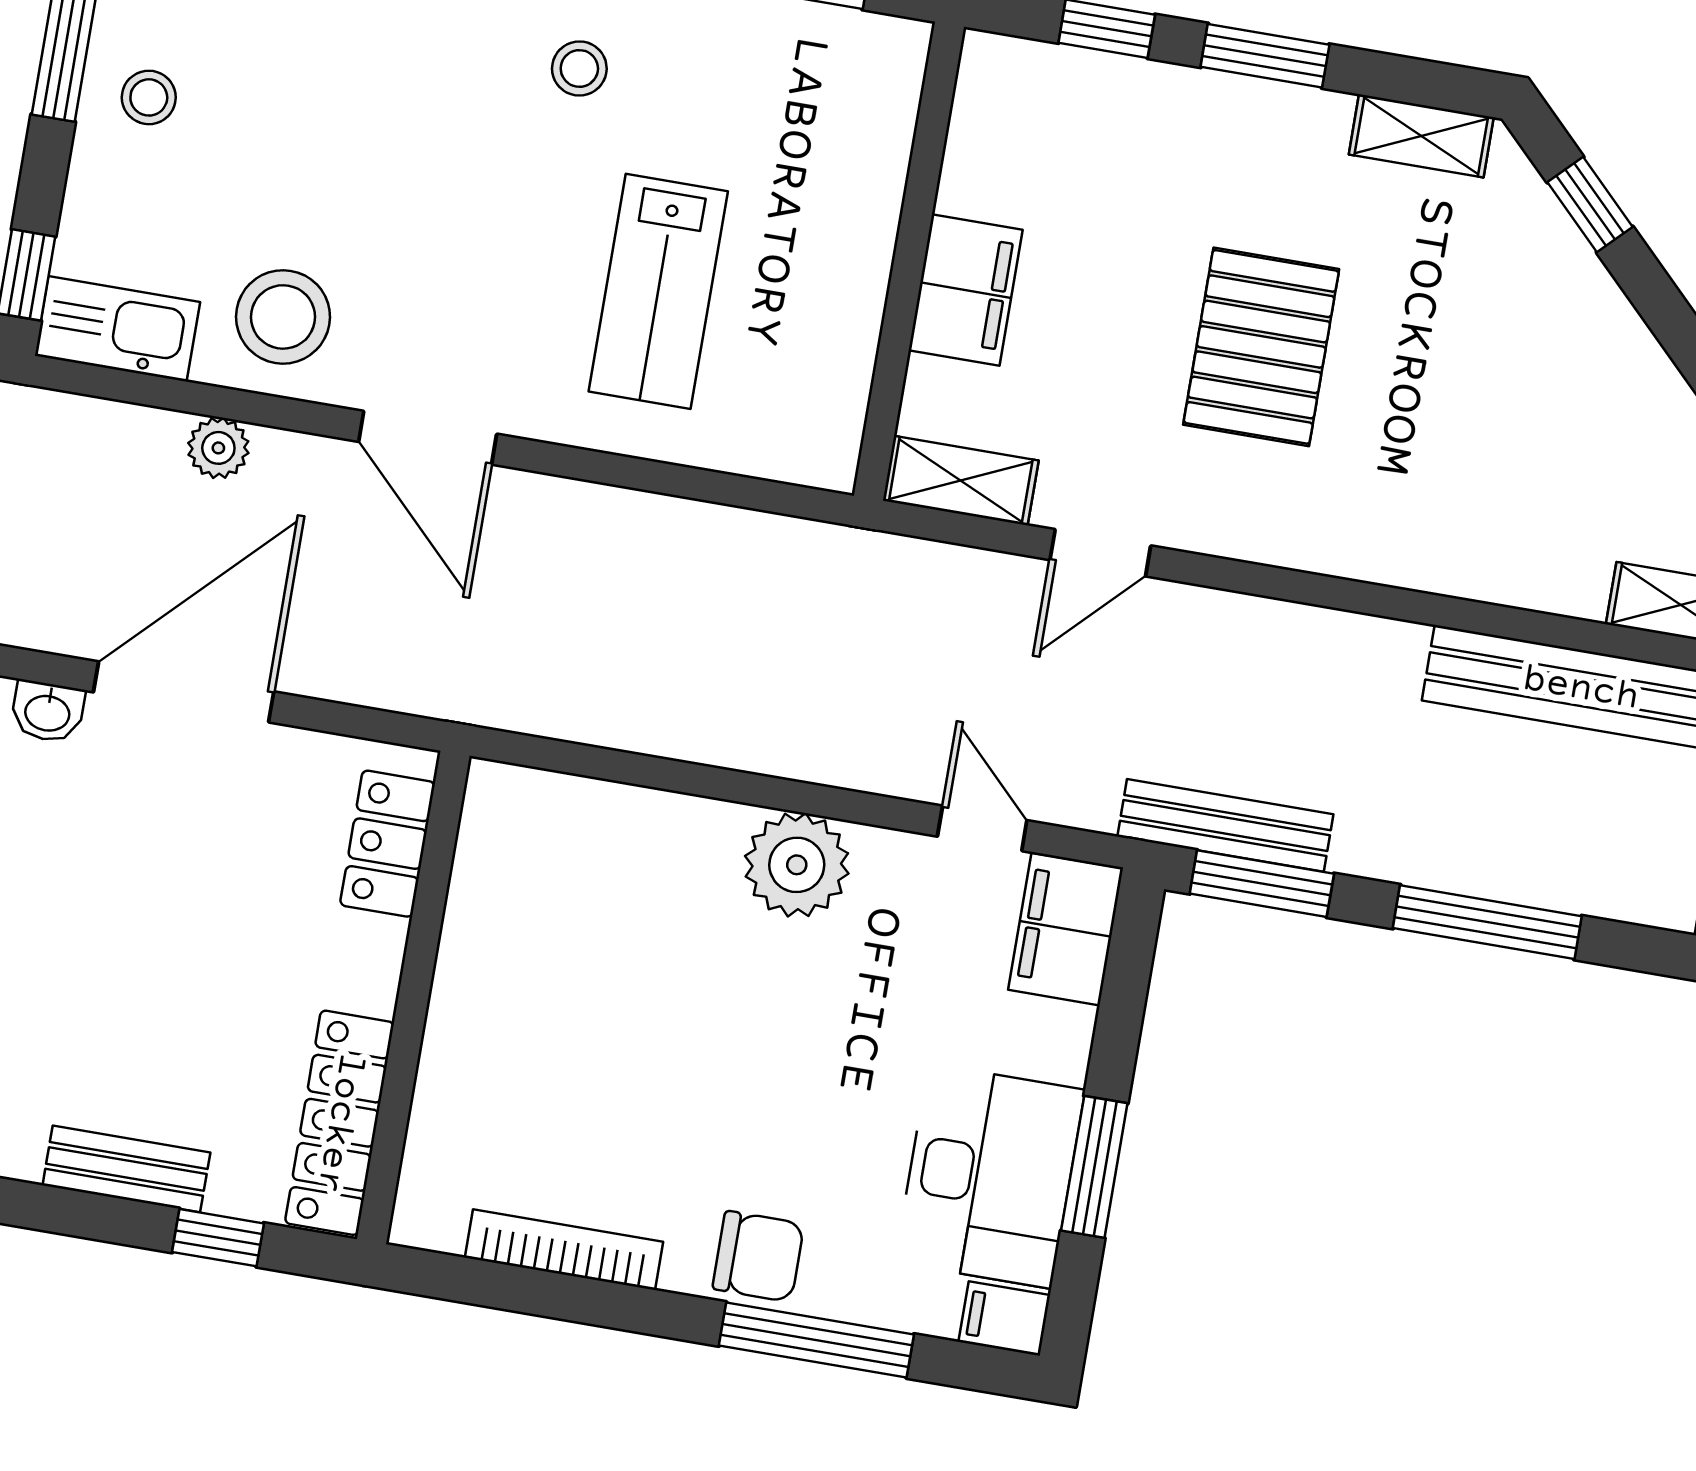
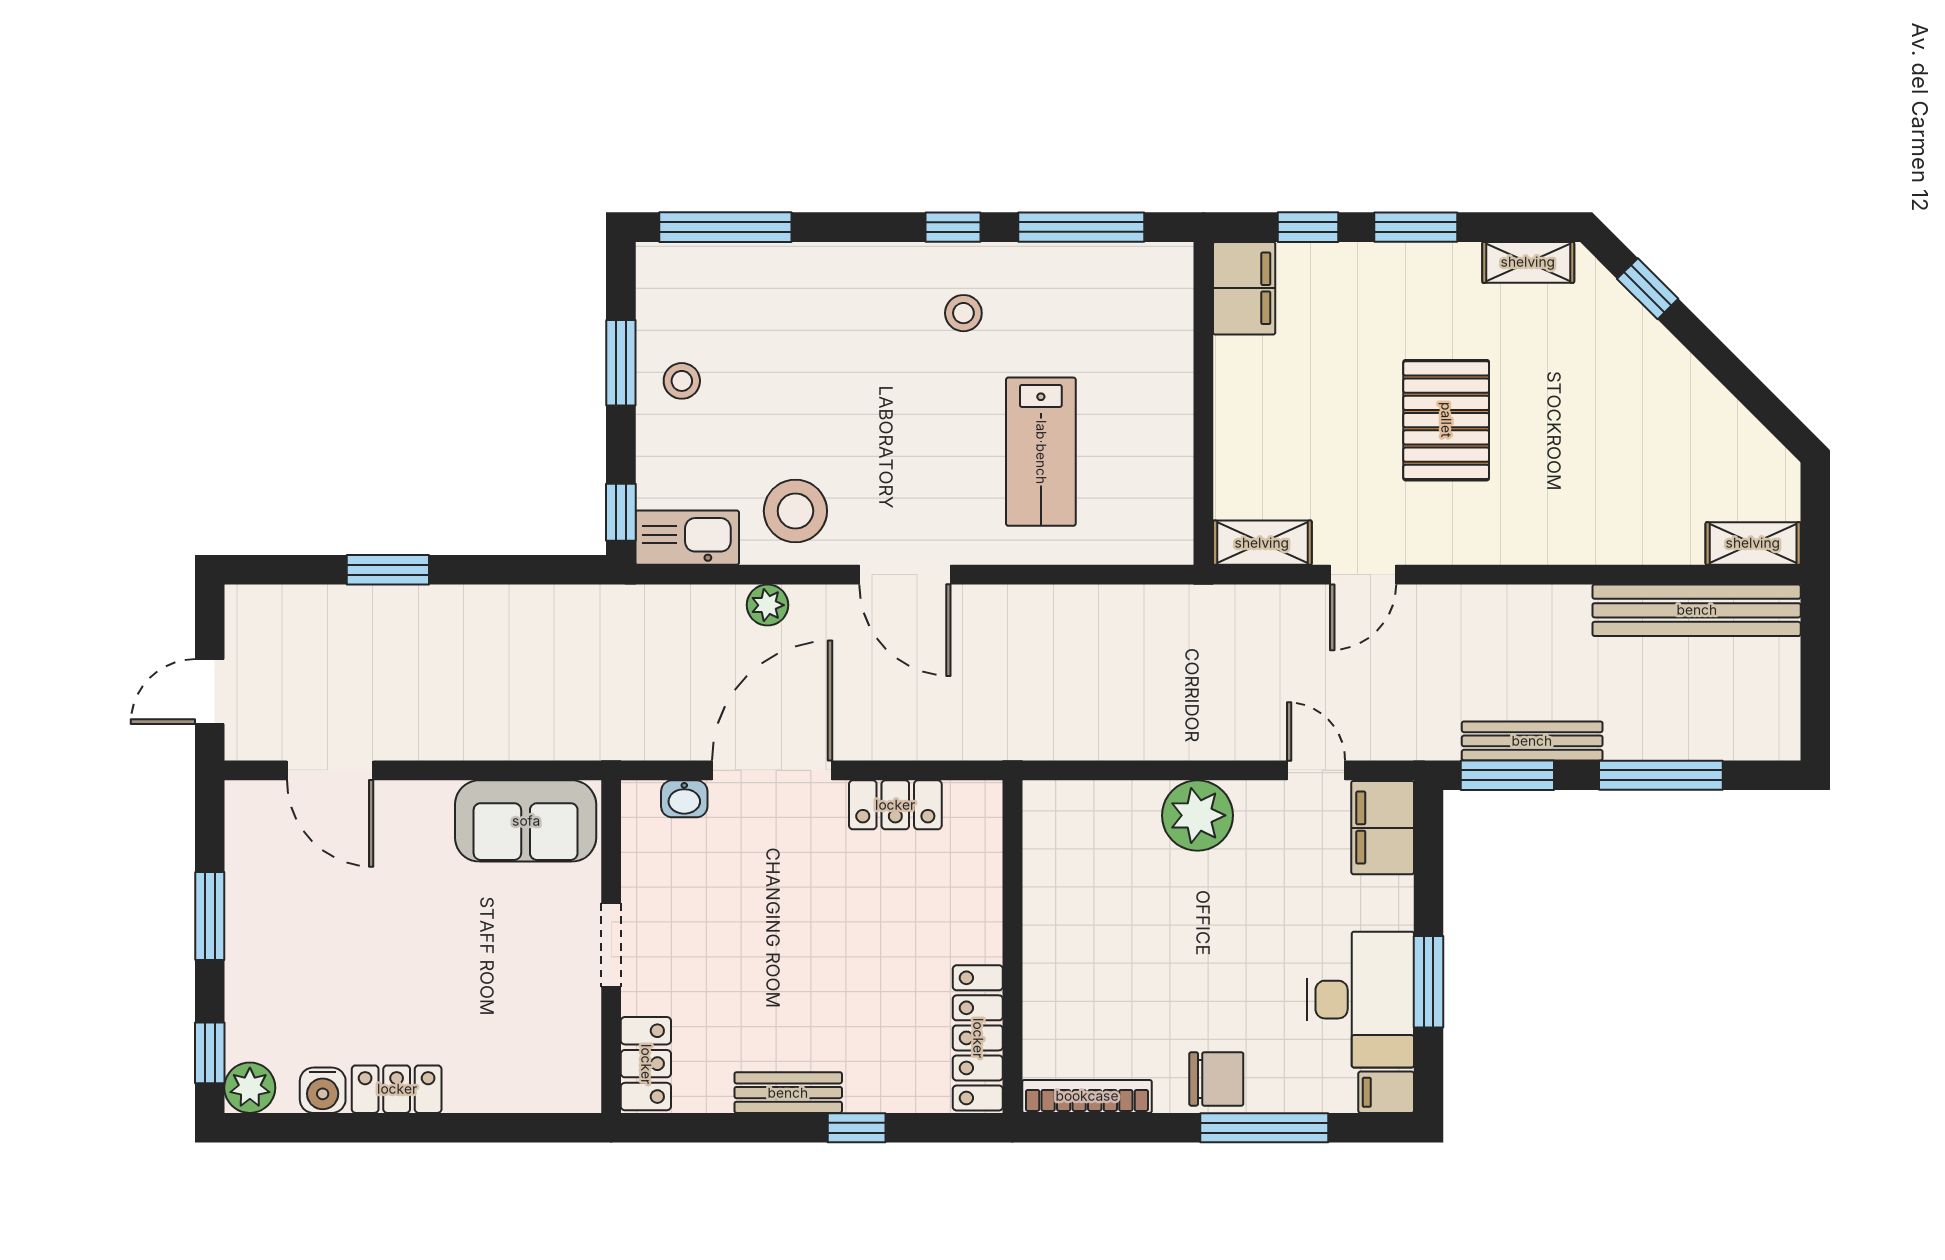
filing cabinet: (966, 290) -> (1244, 288), moved
bench: (1225, 825) -> (1532, 741), moved
locker: (387, 844) -> (895, 805), moved, turned -90
wall: (413, 997) -> (1012, 947), moved
locker: (339, 1123) -> (978, 1038), moved

